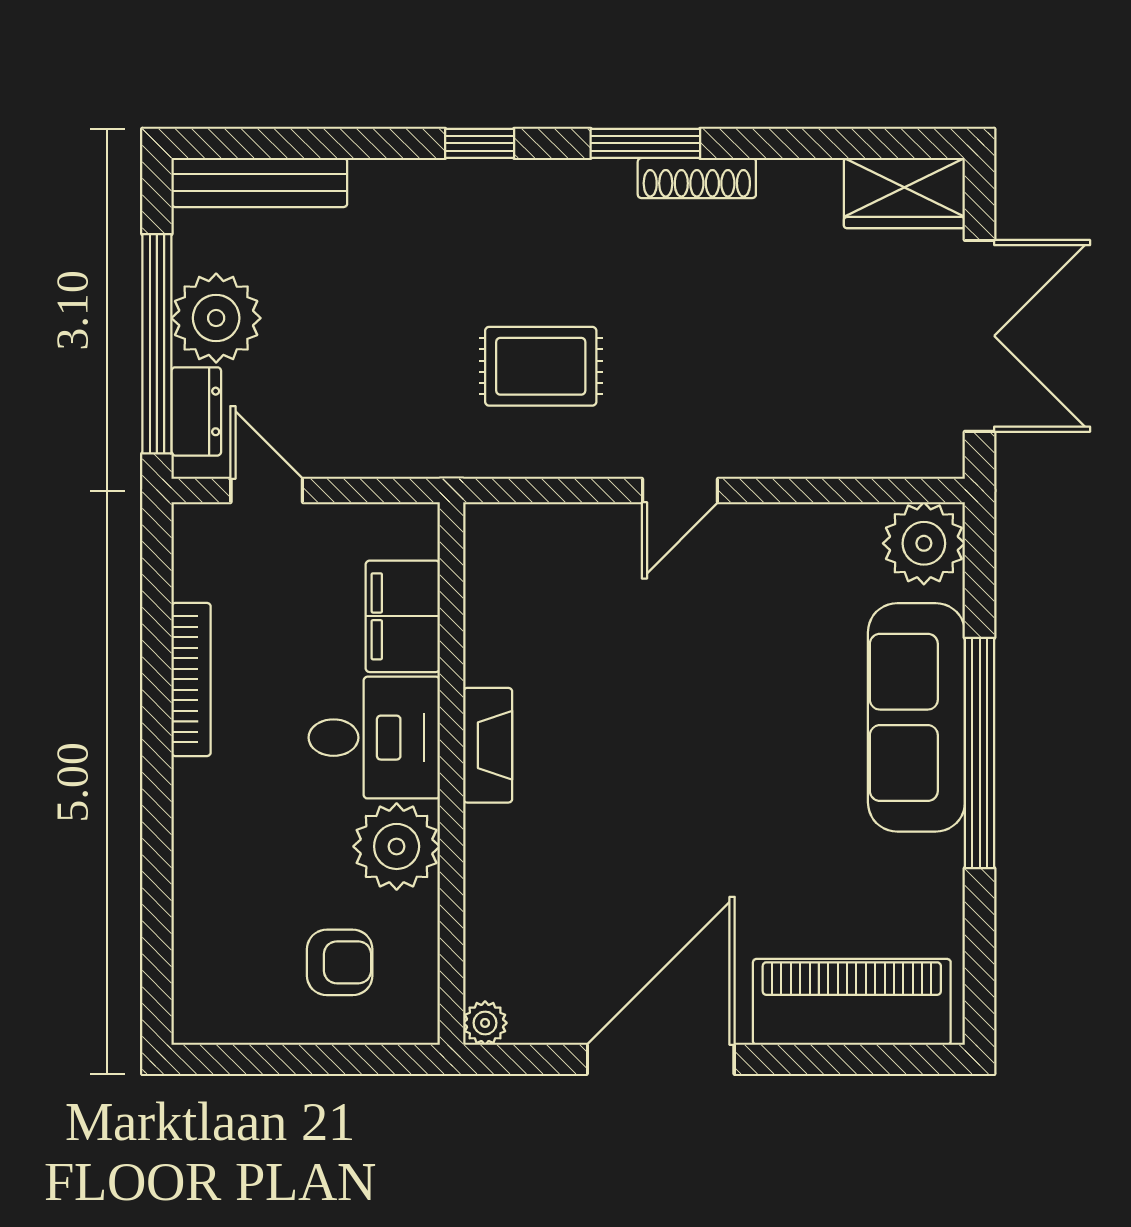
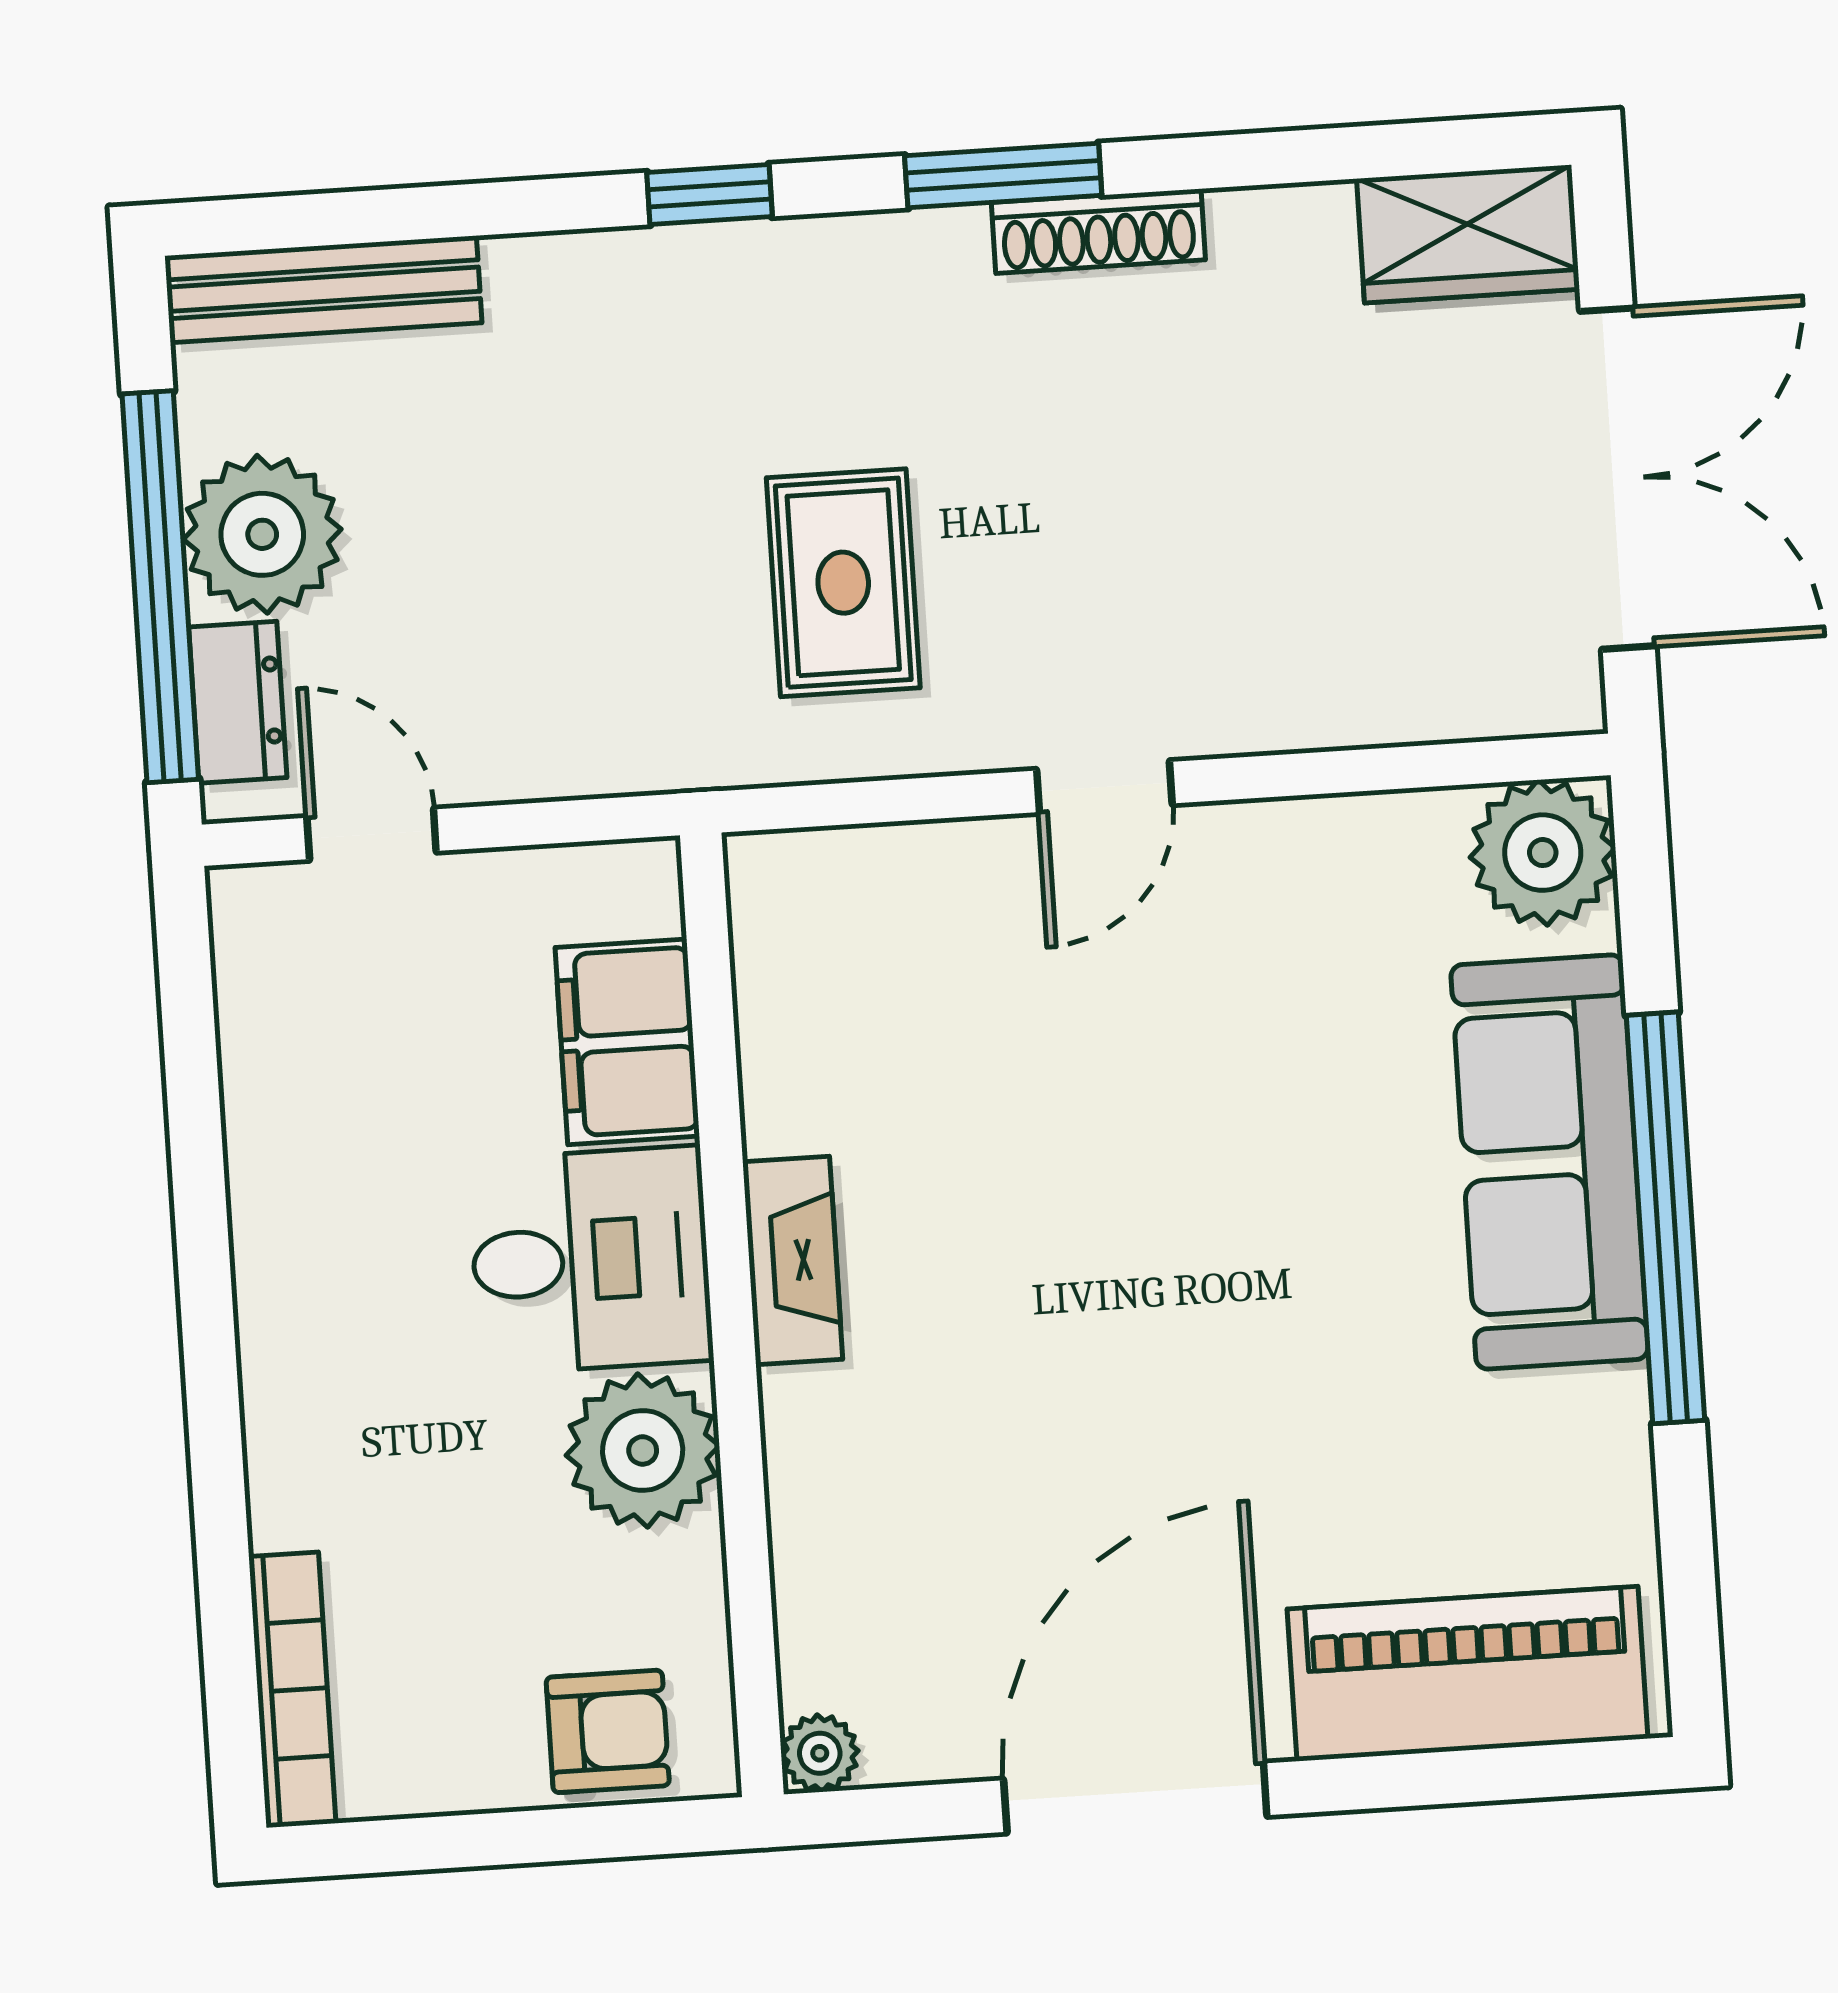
rug: (541, 366) -> (843, 583), turned 90
bookcase: (191, 679) -> (292, 1690), moved
armchair: (340, 962) -> (608, 1731), moved

